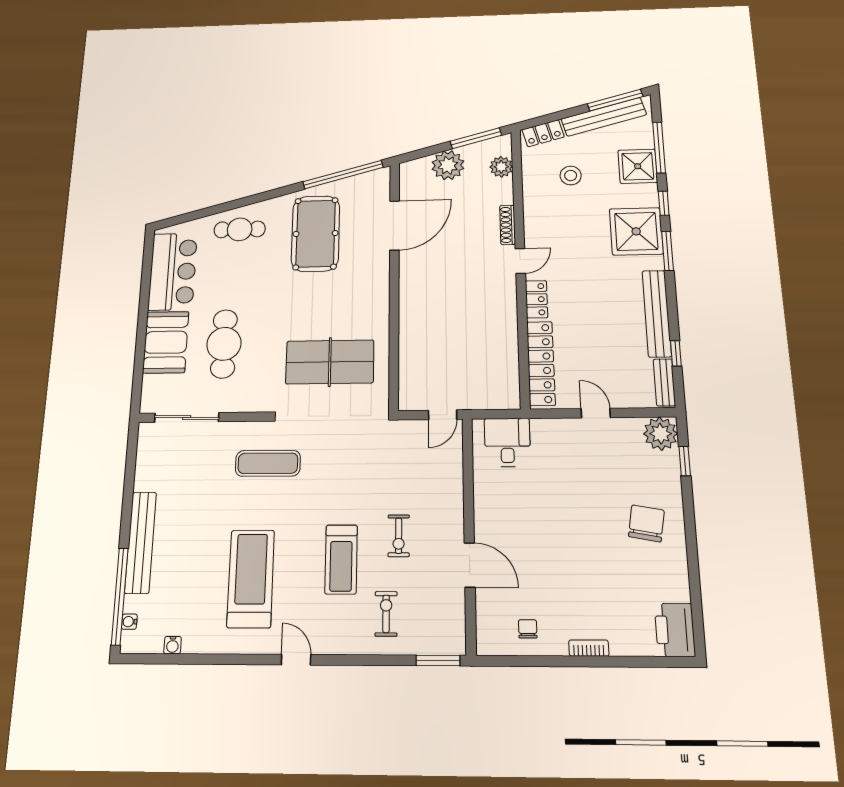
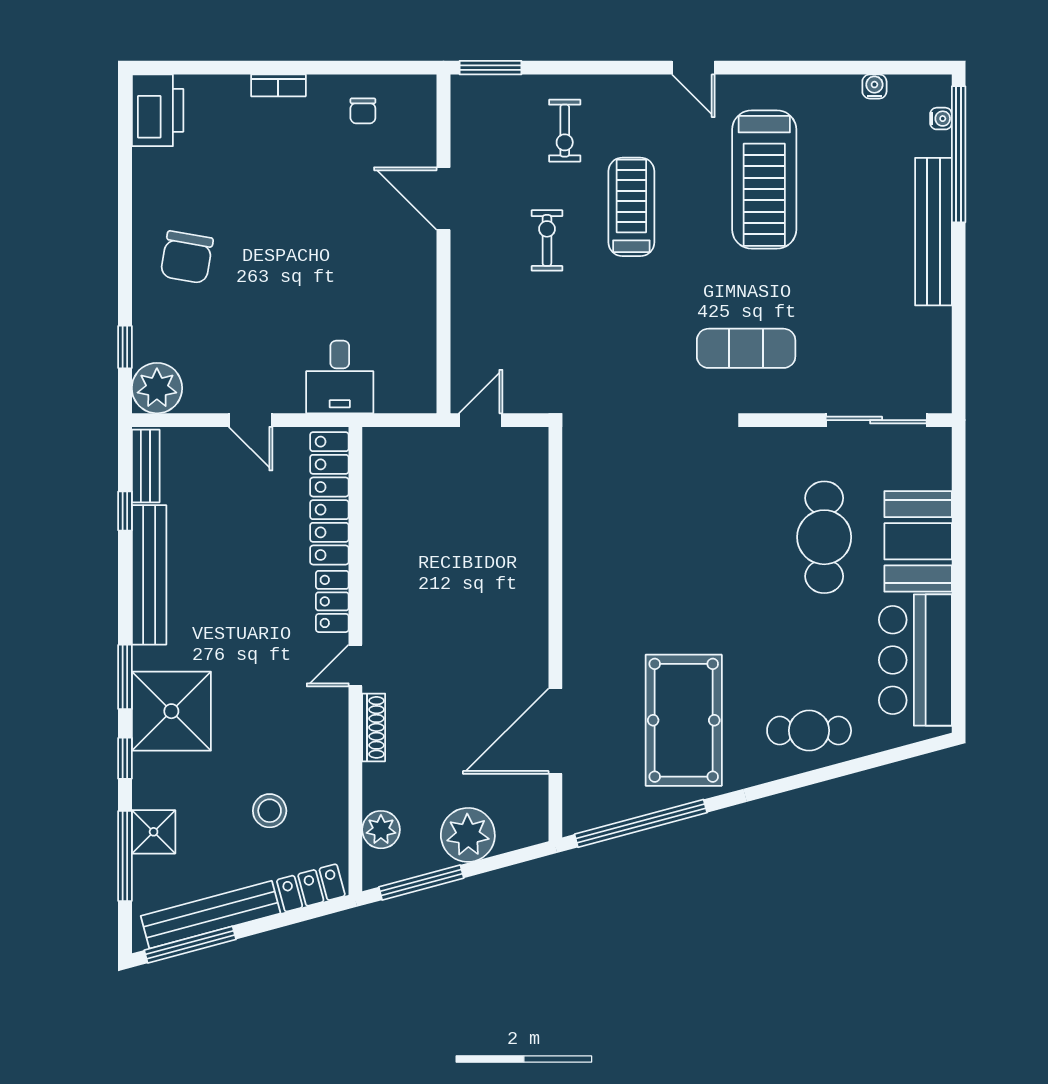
shower: (638, 166) -> (154, 832), width x0.73, depth x0.73
table tennis table: (330, 362) -> (655, 505), removed
desk: (507, 442) -> (340, 377), moved

